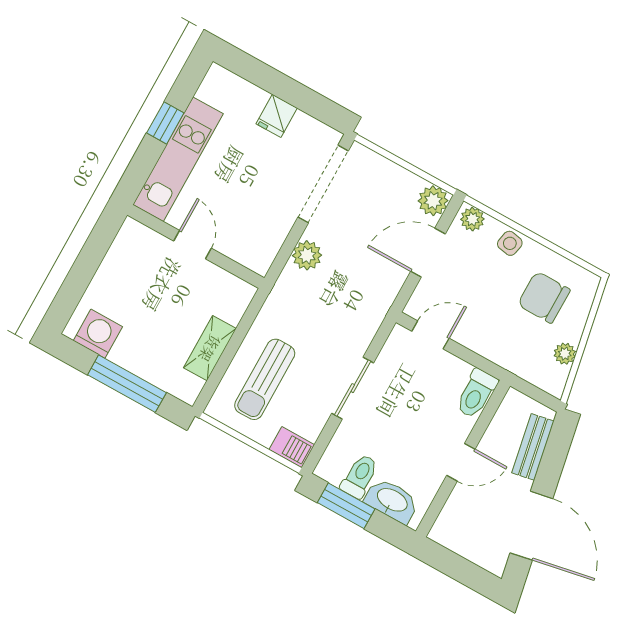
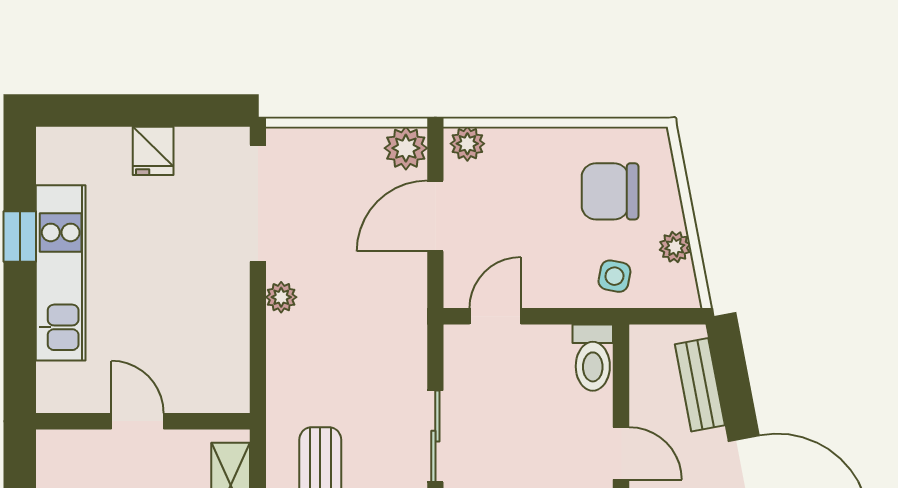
side table: (510, 243) -> (614, 276), moved
door: (192, 245) -> (137, 421), moved
wall: (196, 246) -> (143, 421), moved
plant: (307, 255) -> (281, 297), width x0.73, depth x0.73
door: (461, 462) -> (621, 453), hinge flipped

